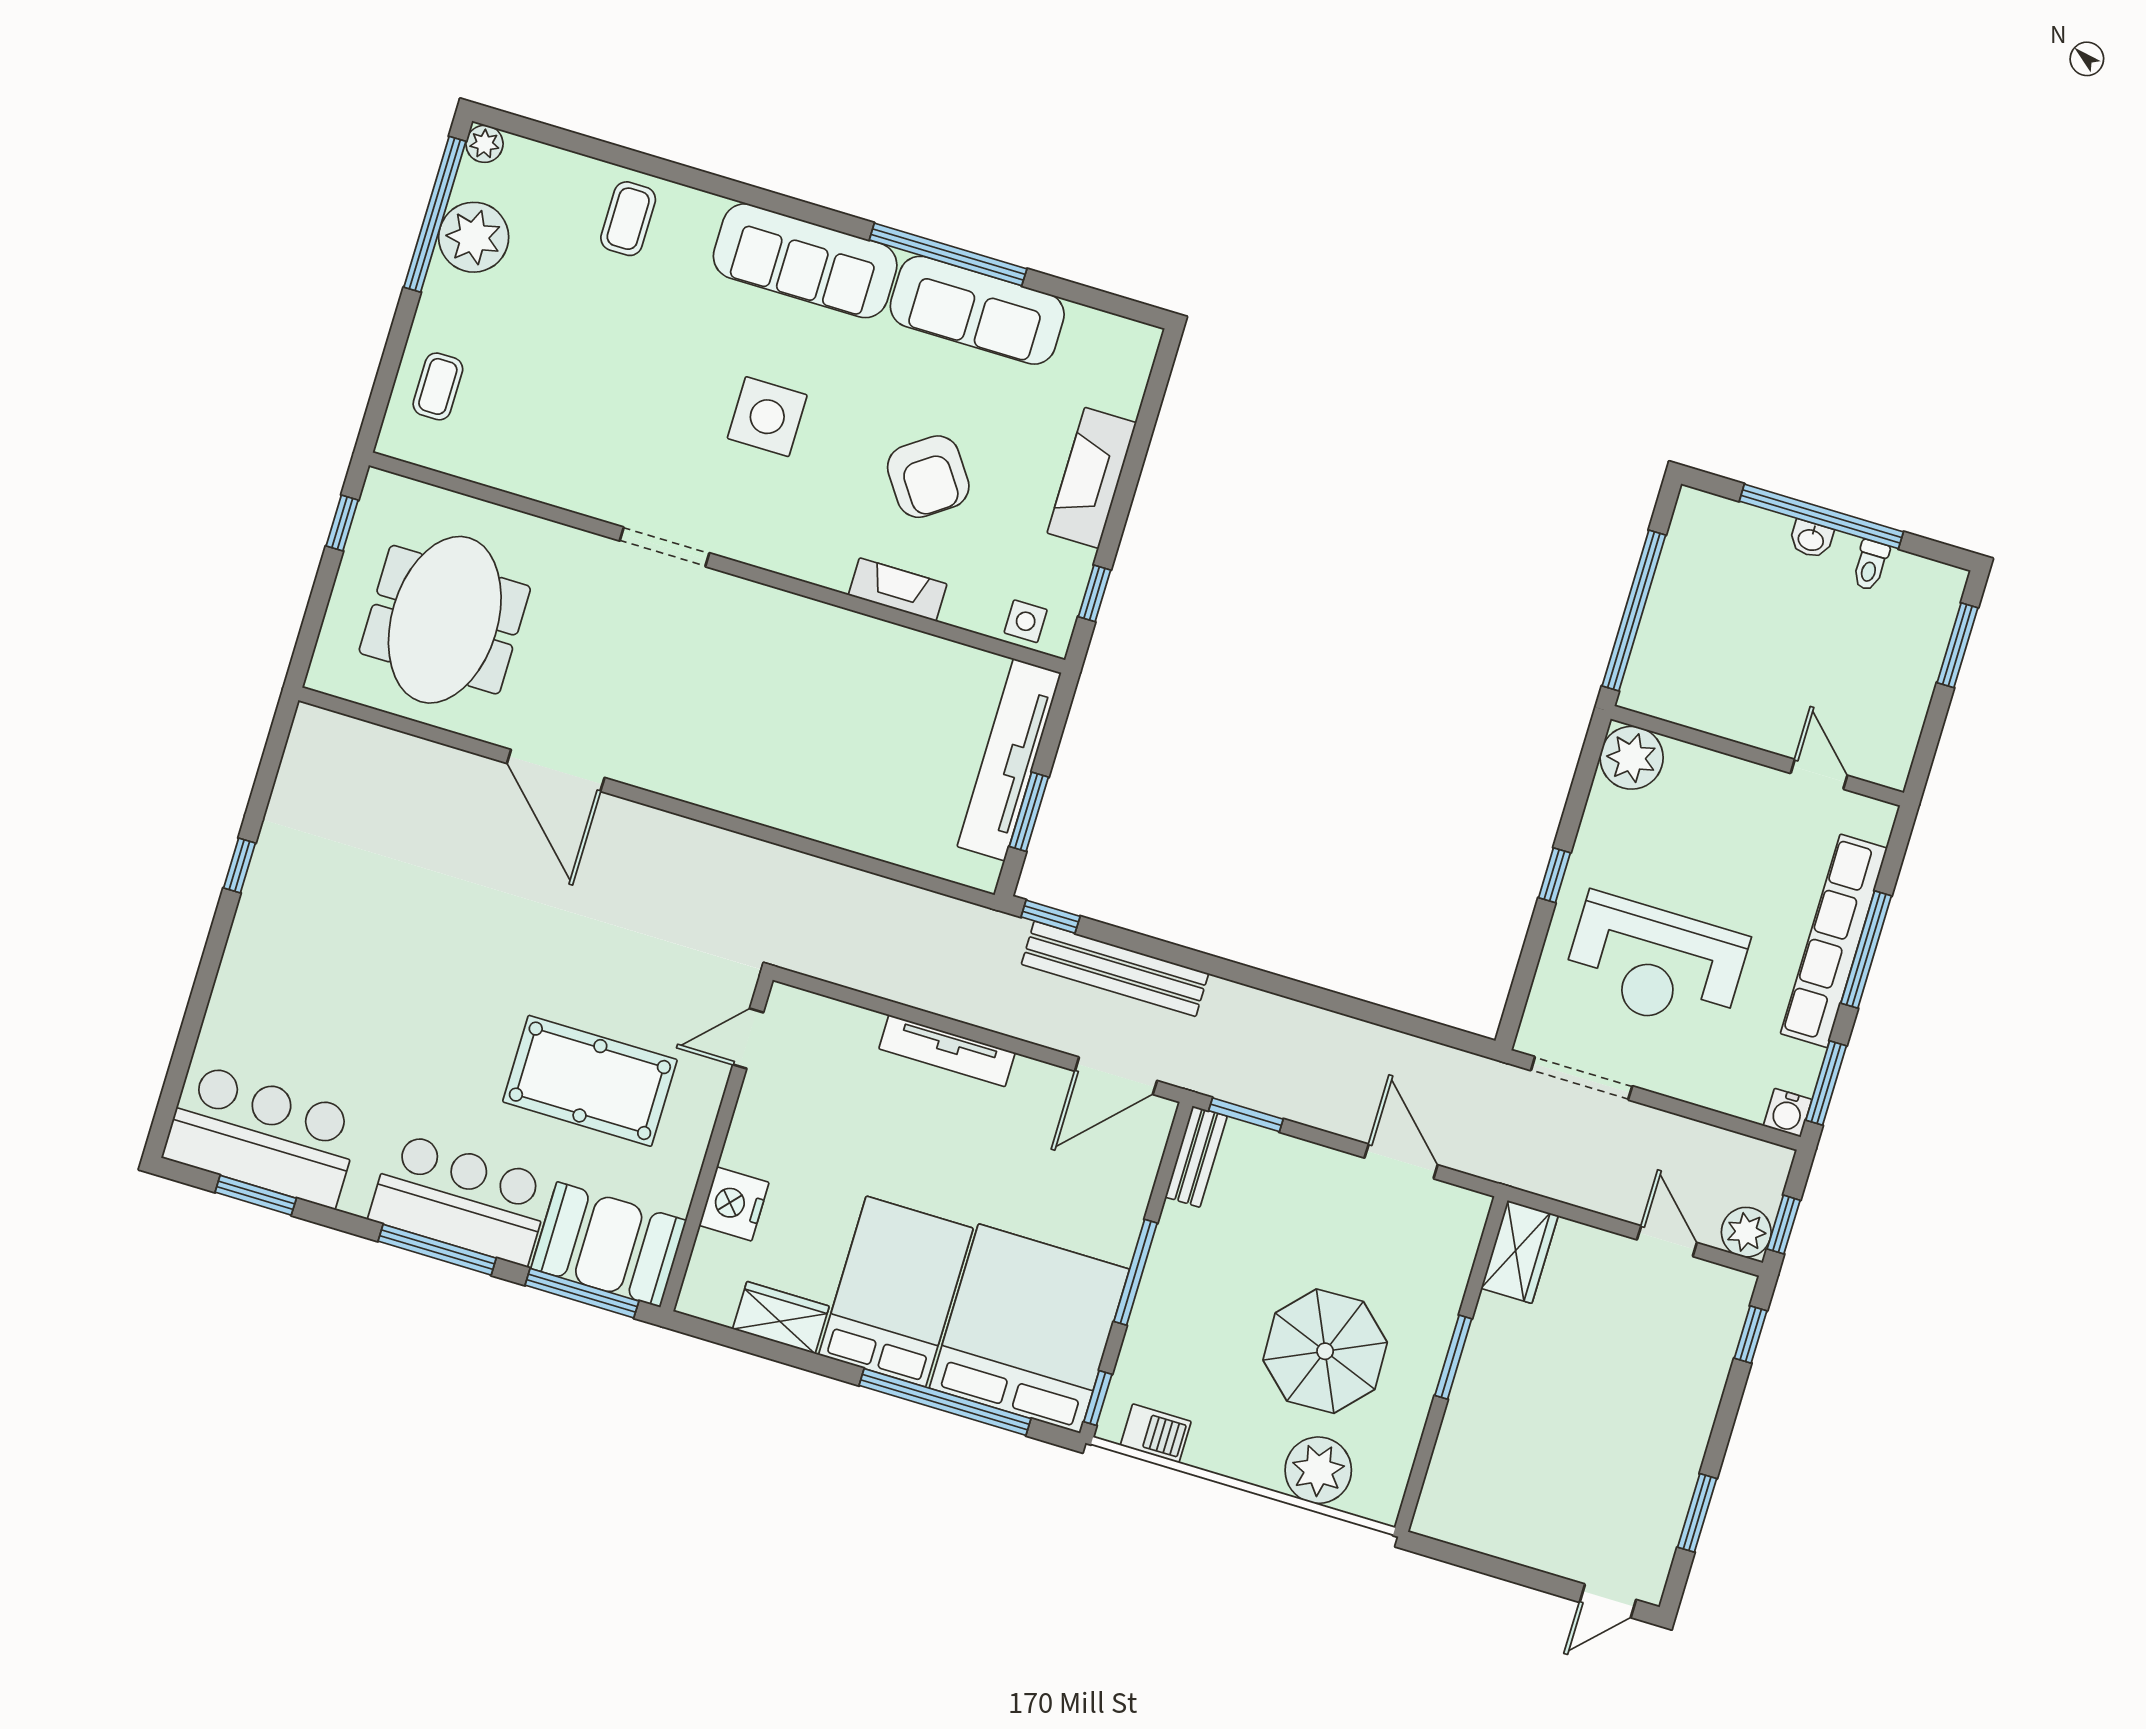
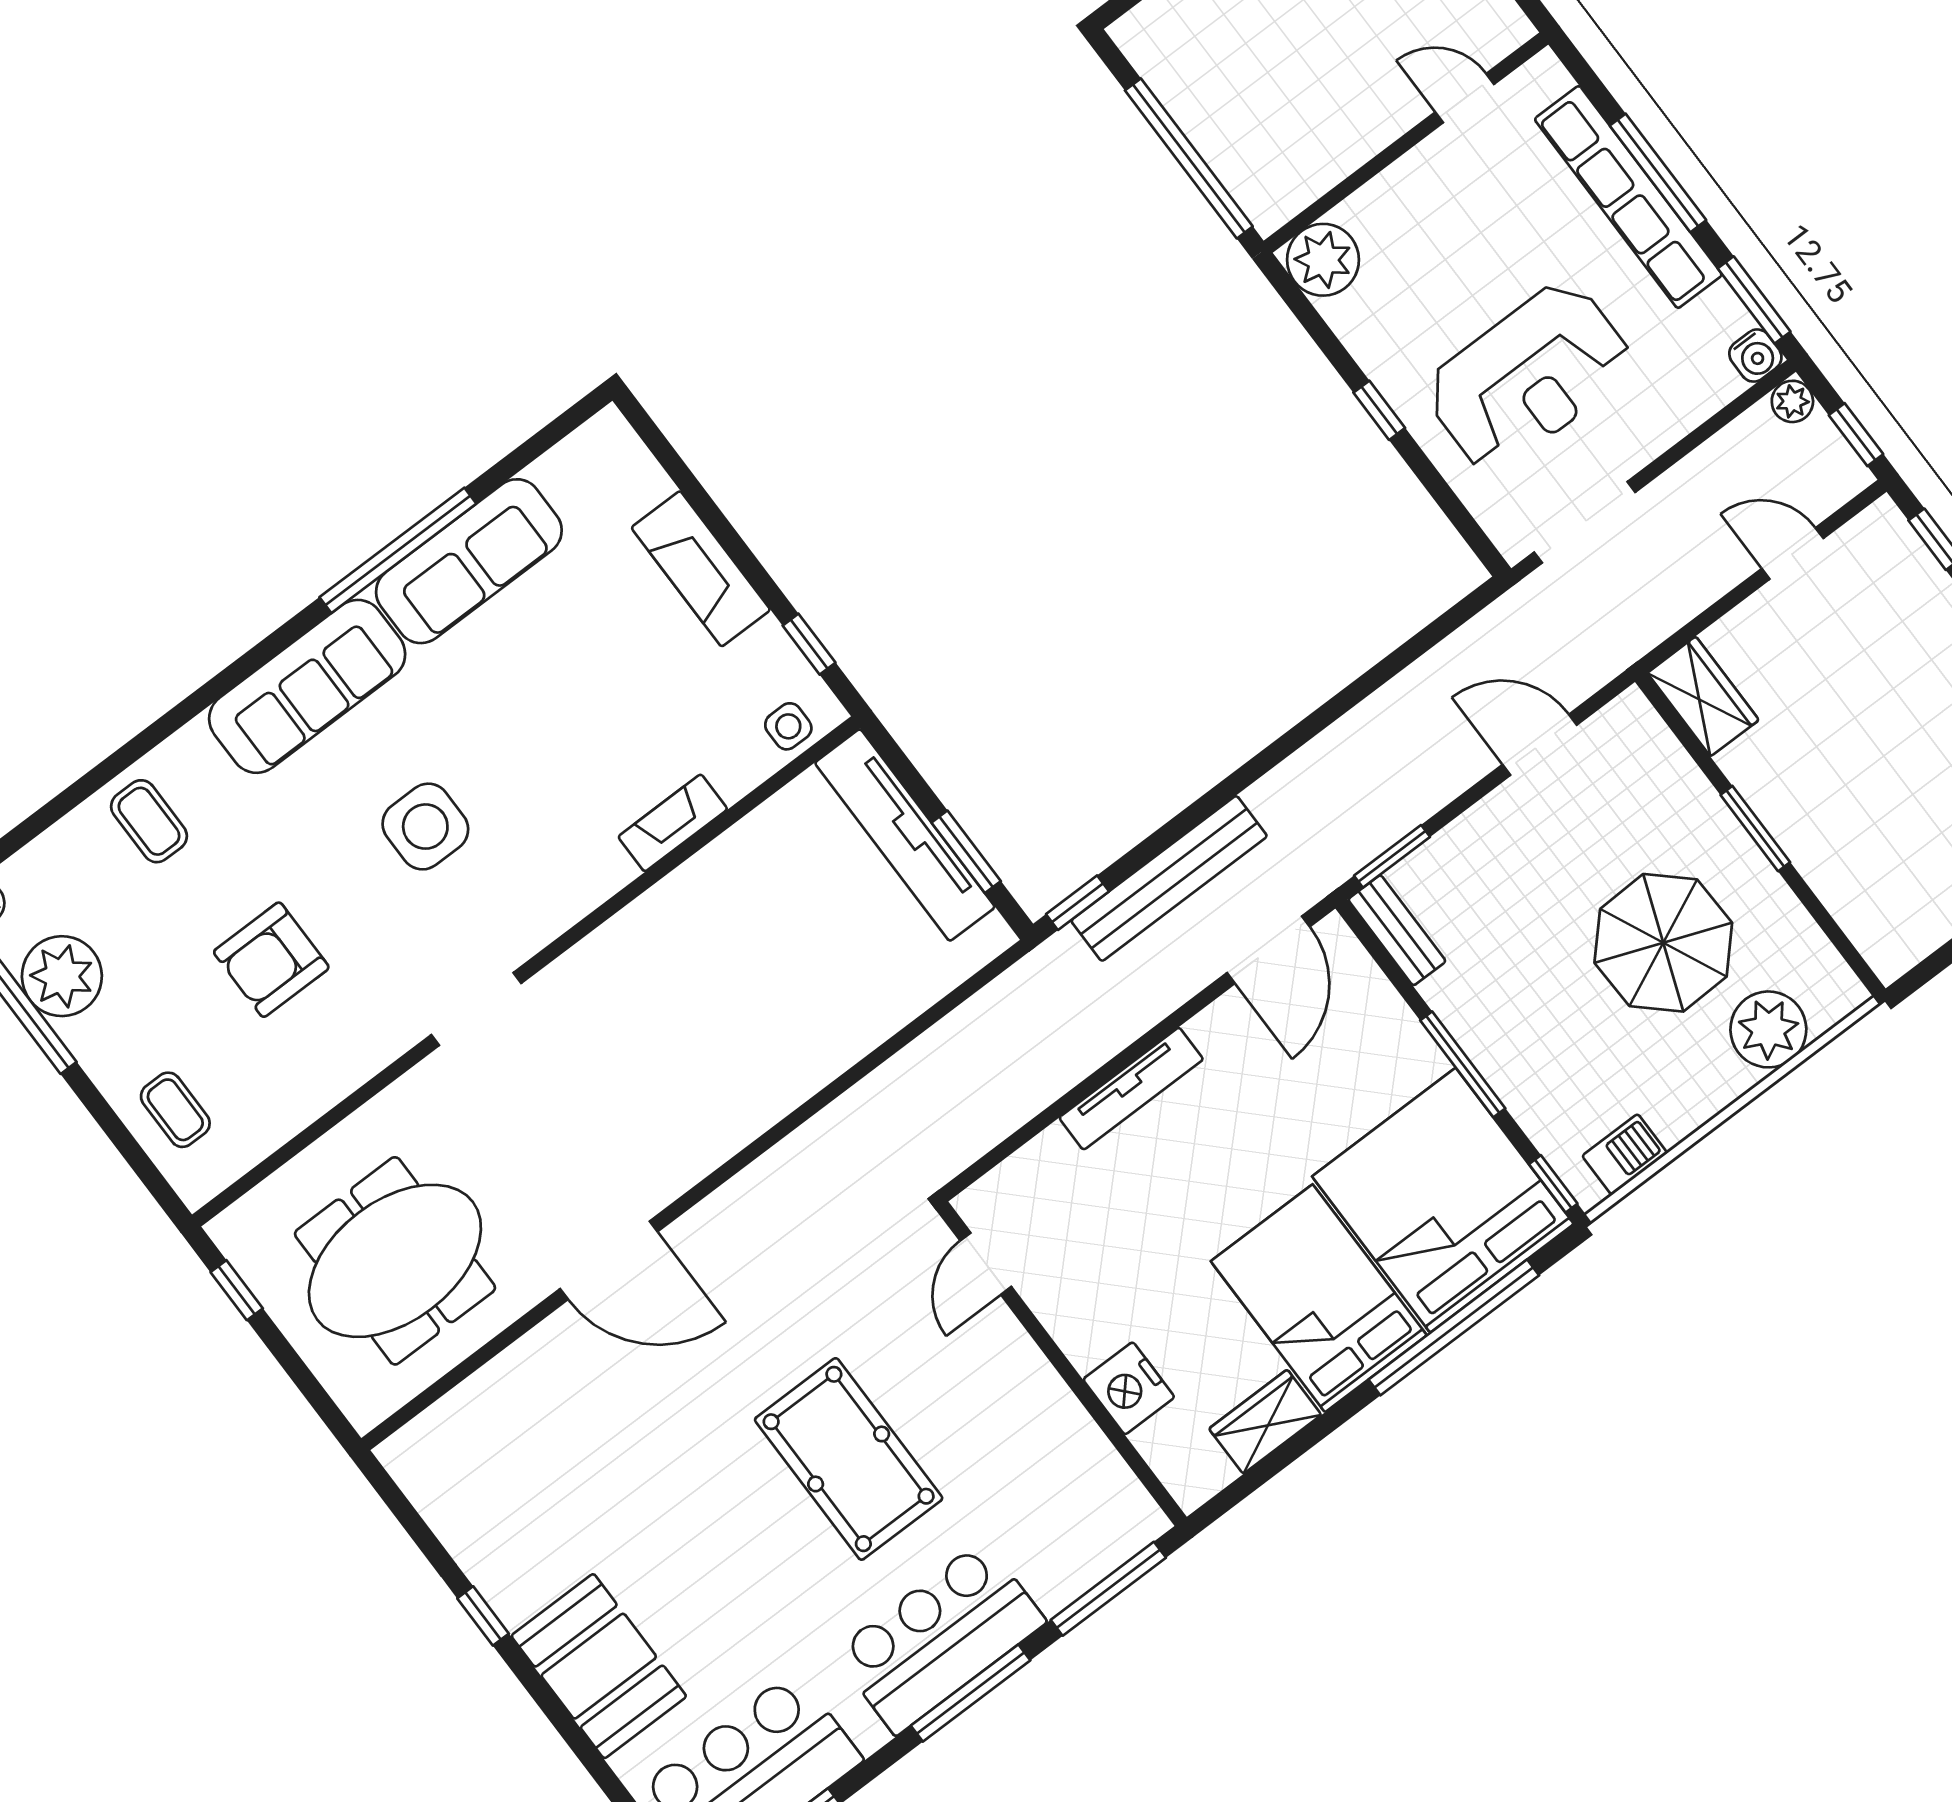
armchair: (928, 477) -> (271, 960), moved, turned 125
meeting table: (445, 620) -> (395, 1261), turned 90
pool table: (590, 1081) -> (849, 1459), moved, turned 90
plant: (1746, 1232) -> (1792, 401), moved, width x0.73, depth x0.73
booth: (609, 1244) -> (599, 1666), moved, turned 90

